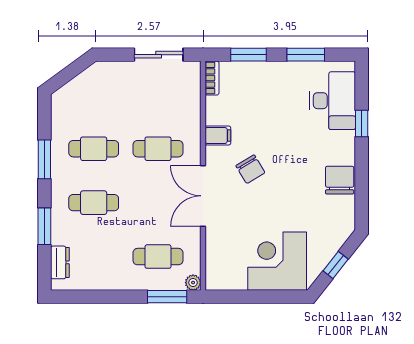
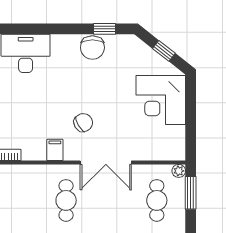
window: (362, 123) -> (105, 29), moved
chair: (340, 180) -> (92, 48), turned -90

